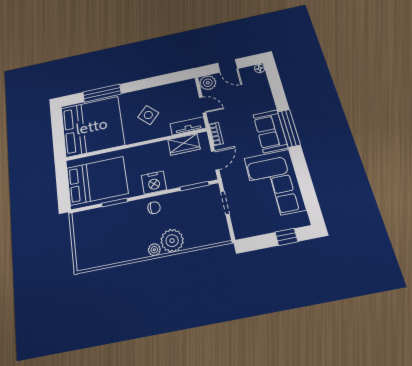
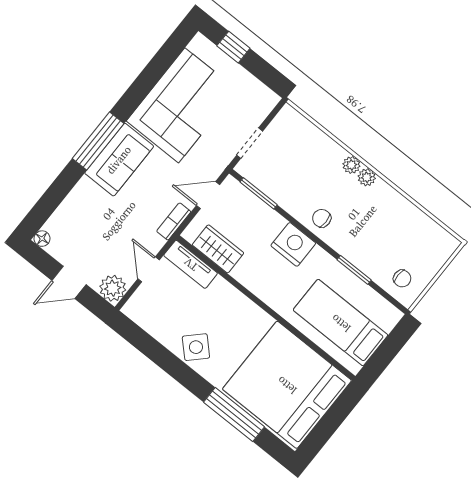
door: (228, 66) -> (69, 282), swing flipped
side table: (148, 115) -> (196, 347), moved
bed: (97, 181) -> (341, 323), width x0.67
chair: (88, 223) -> (402, 278), added
plant: (172, 241) -> (351, 165), width x0.53, depth x0.53

